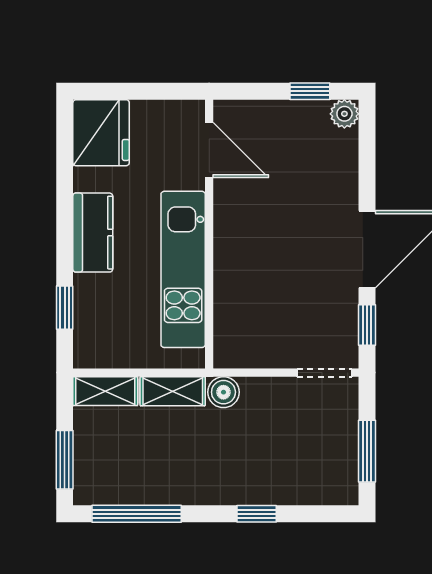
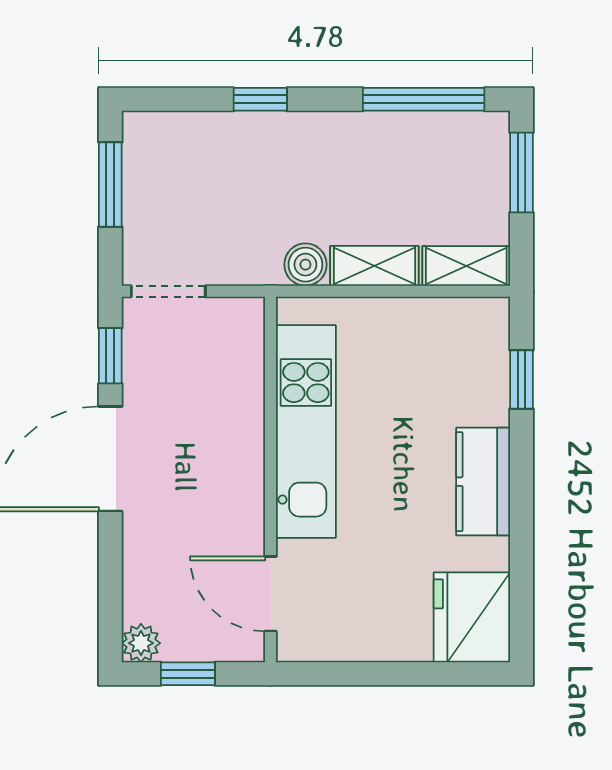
door: (209, 150) -> (270, 594), moved
wall: (209, 234) -> (270, 480), moved
kitchen unit: (183, 269) -> (306, 431), moved

